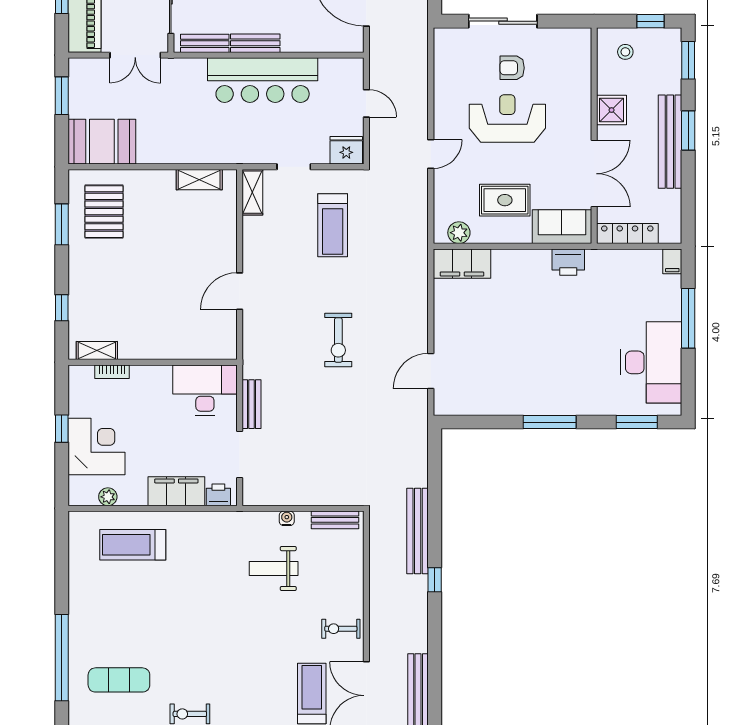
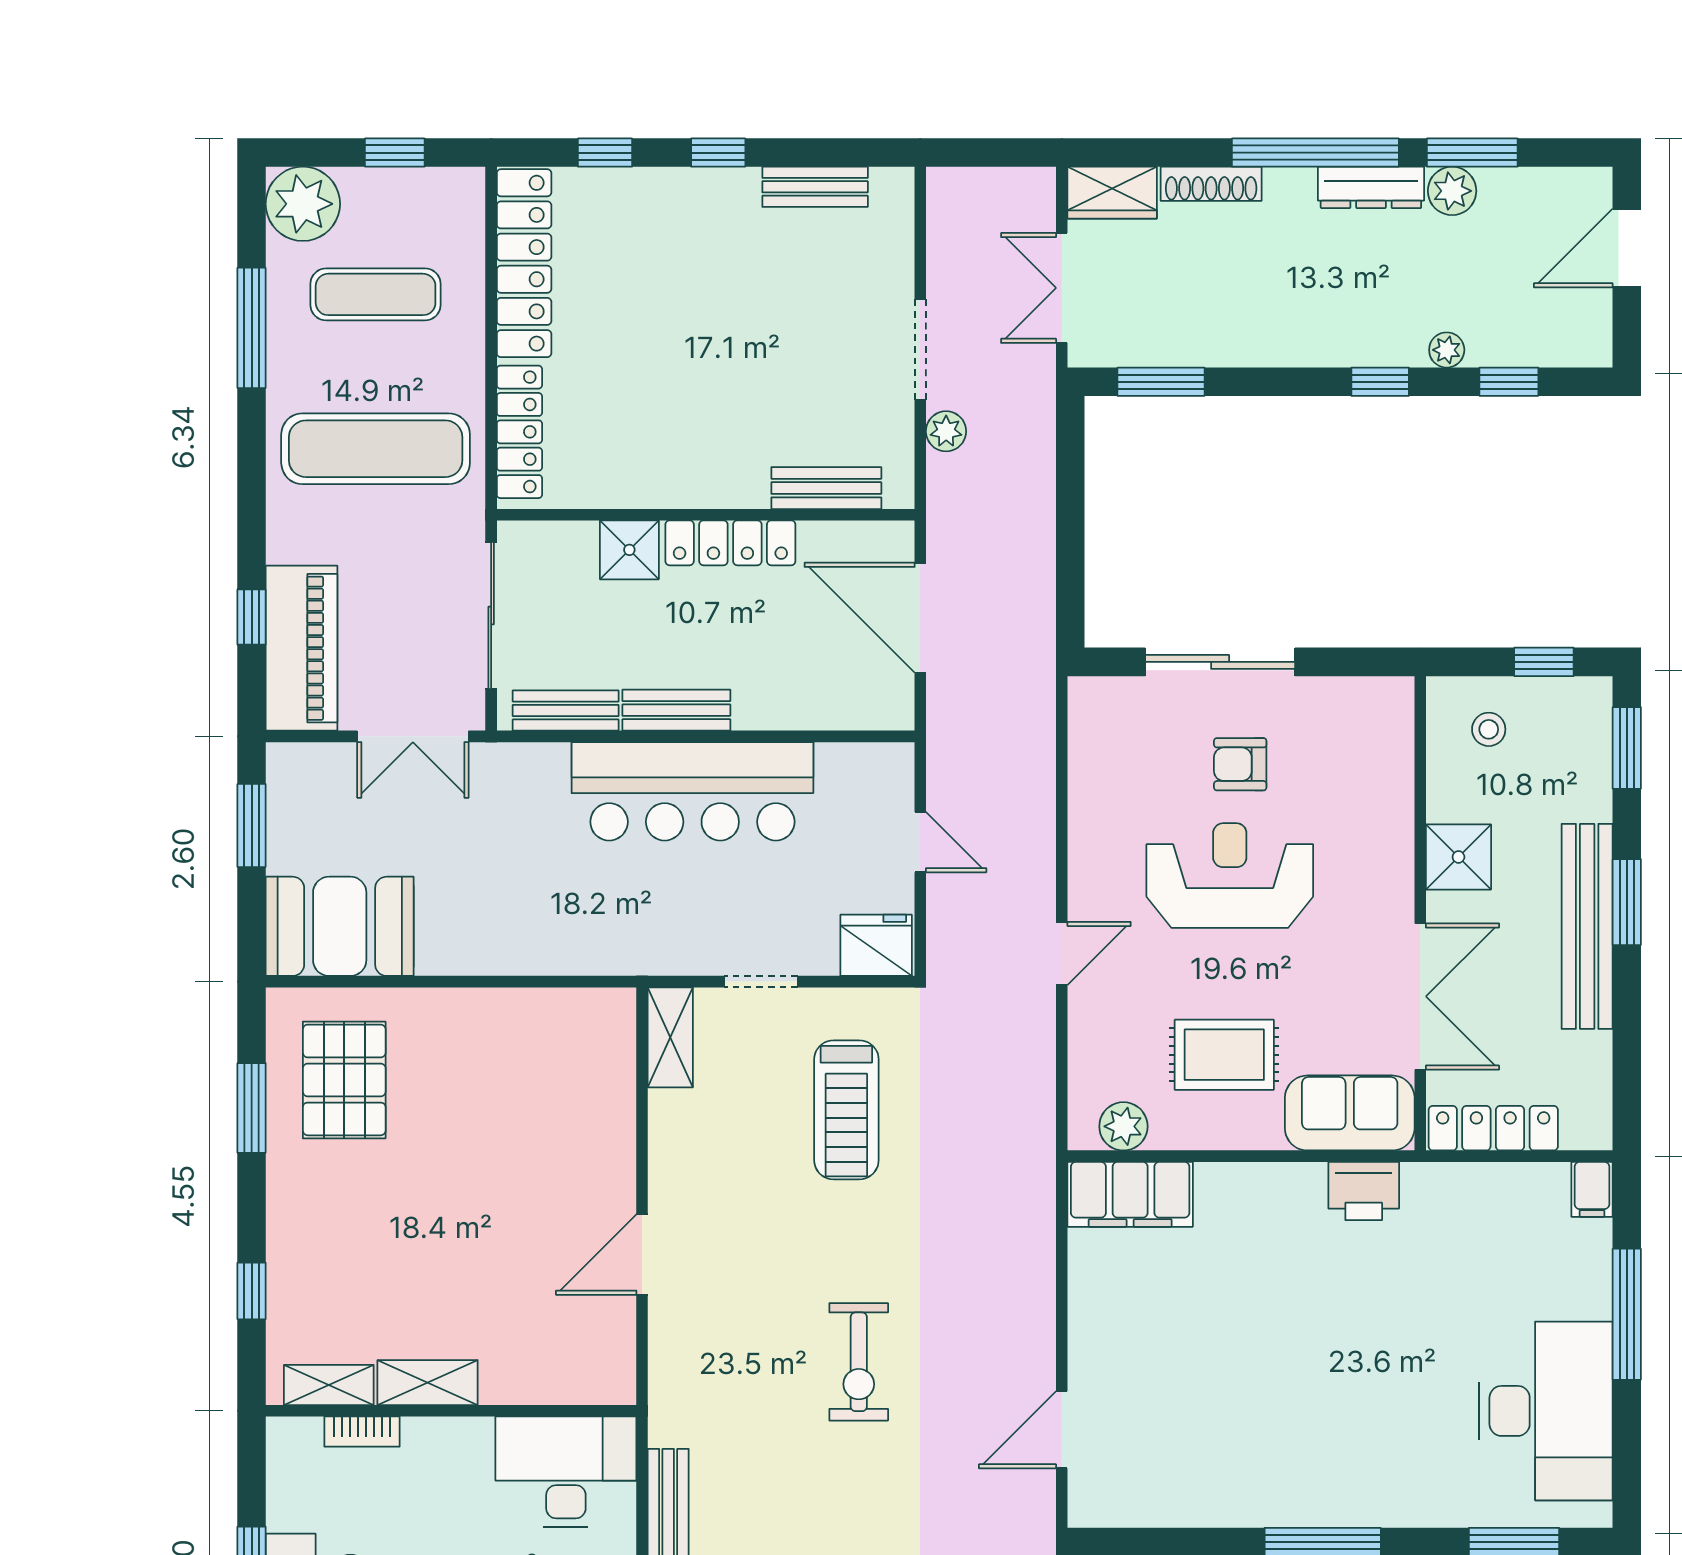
shelving: (199, 180) -> (428, 1383), moved

